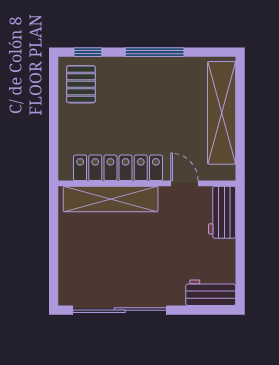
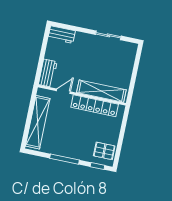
pallet: (81, 84) -> (104, 151), turned 90
door: (184, 183) -> (63, 91), swing flipped
sliding door: (120, 310) -> (108, 35), width x0.54

